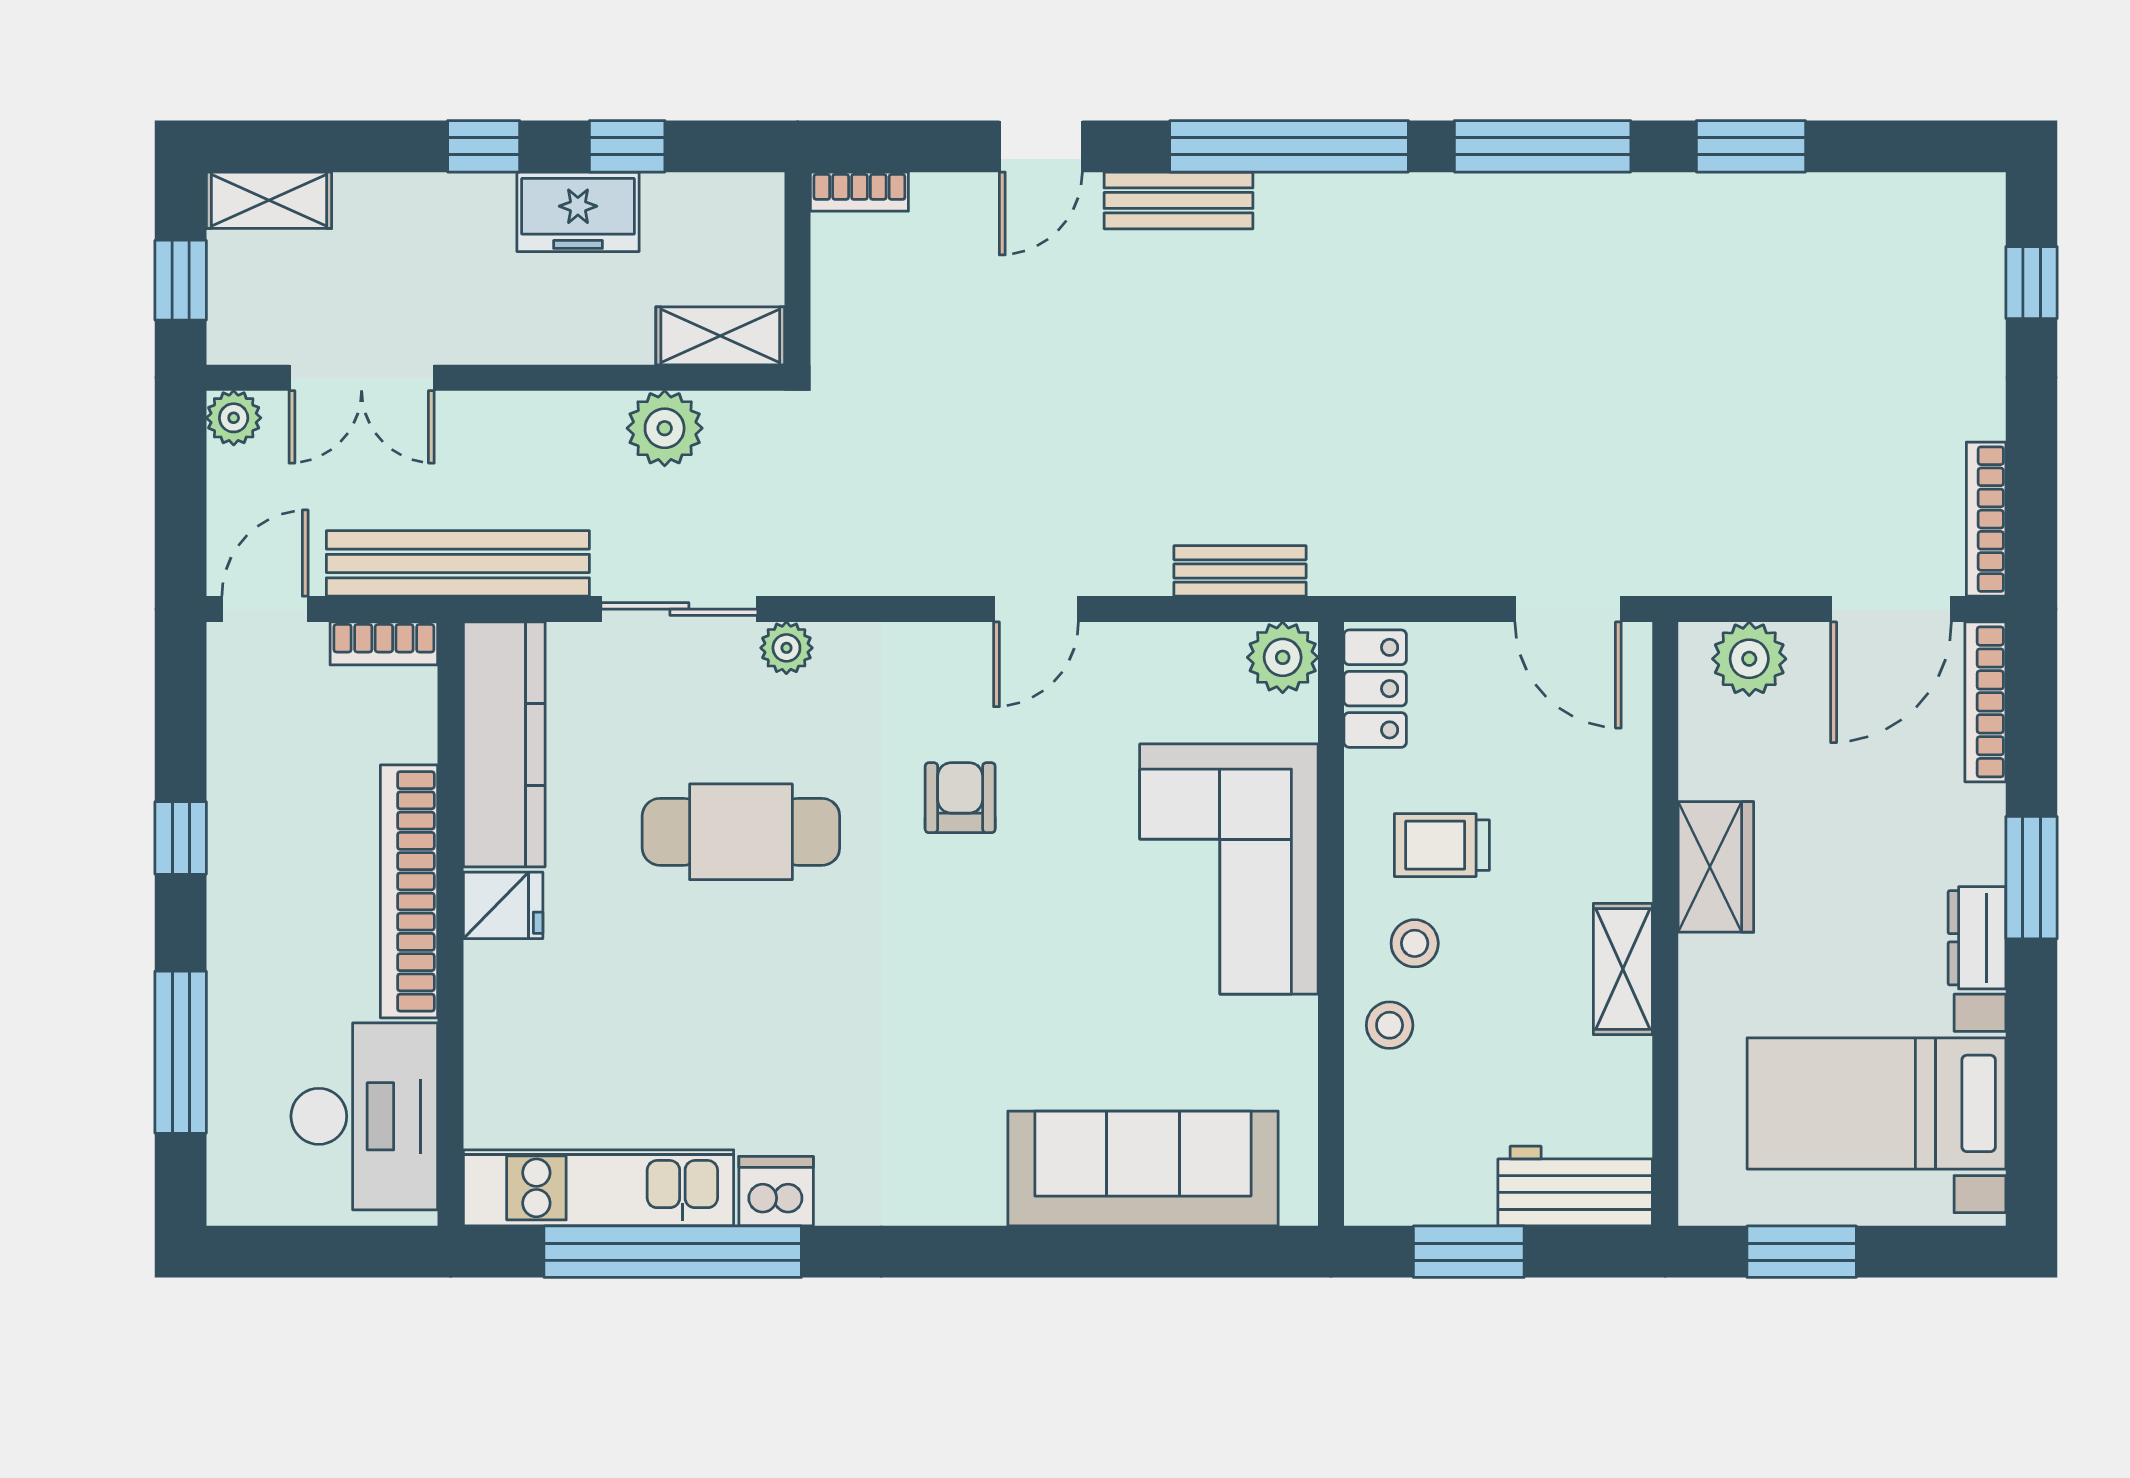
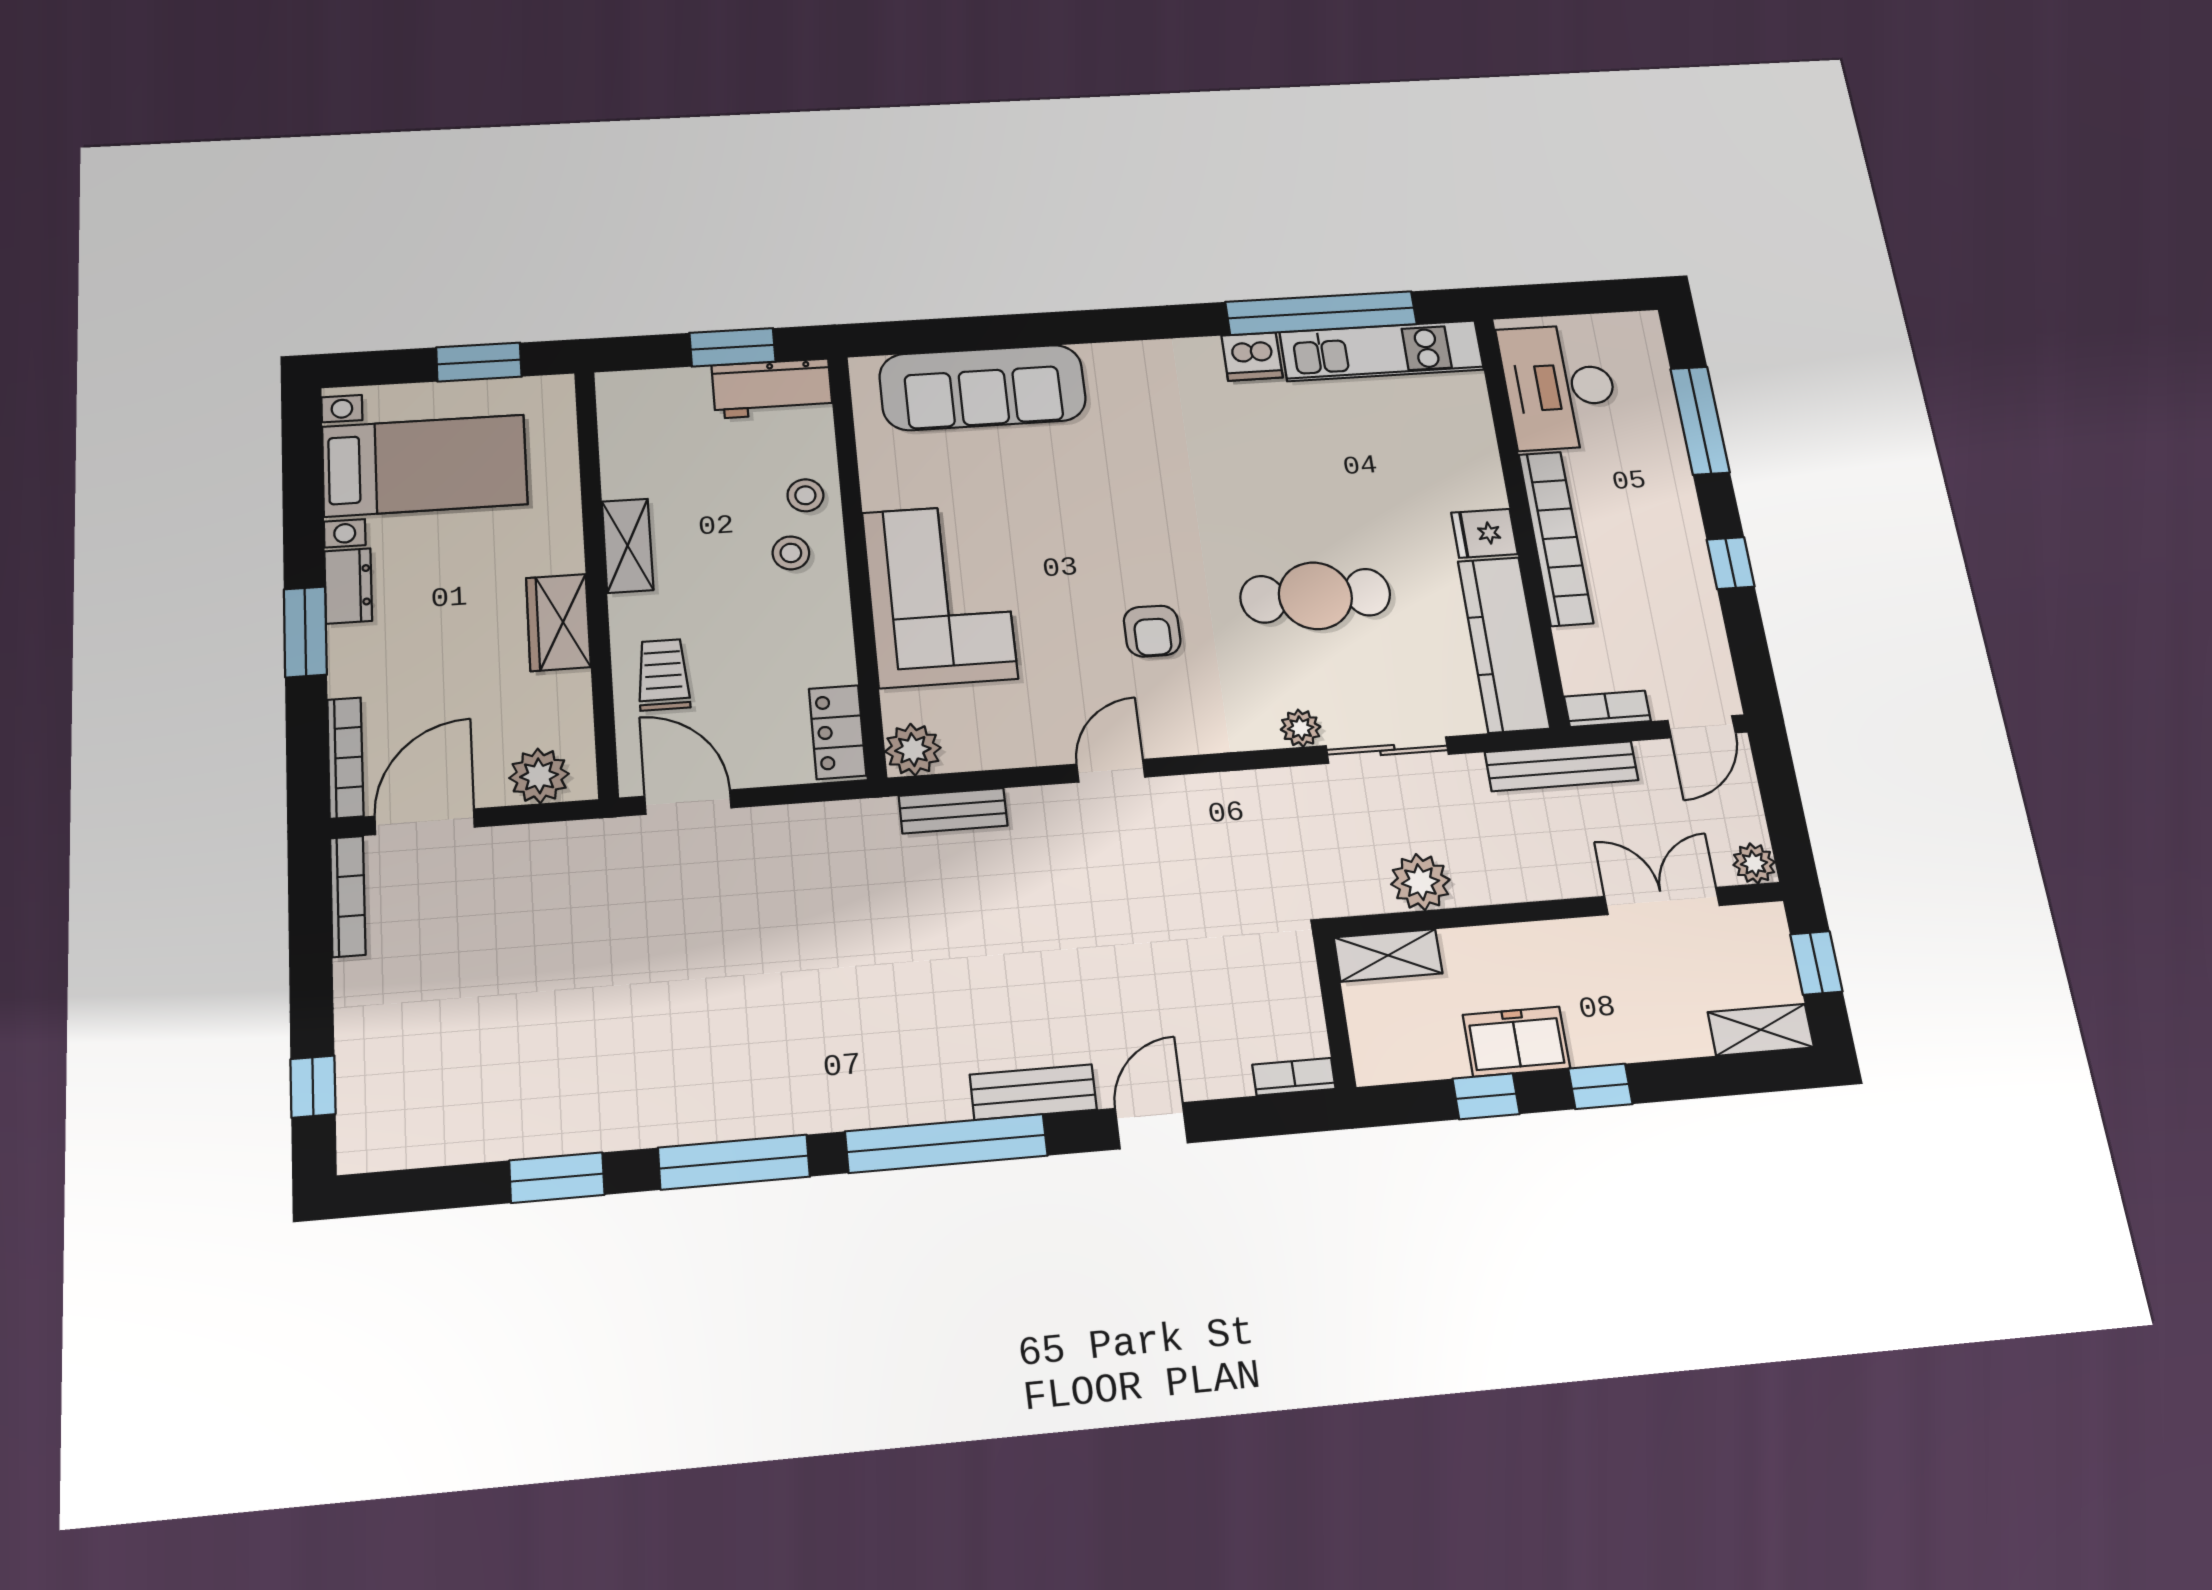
bench: (458, 563) -> (1562, 766), width x0.73, depth x0.82
trolley: (1442, 845) -> (663, 675), moved, turned -90
workbench: (1575, 1186) -> (772, 388), moved

